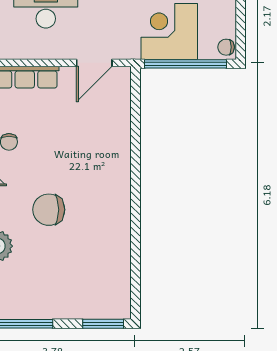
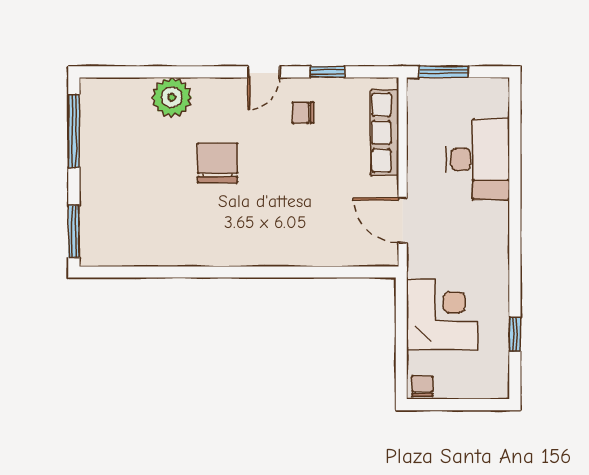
window: (185, 64) -> (401, 335), removed

